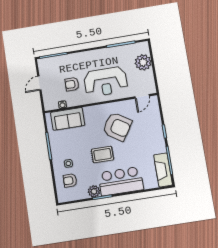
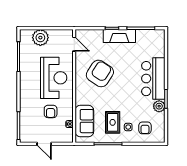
rug: (102, 155) -> (113, 122), moved
fireplace: (163, 170) -> (119, 36), moved

